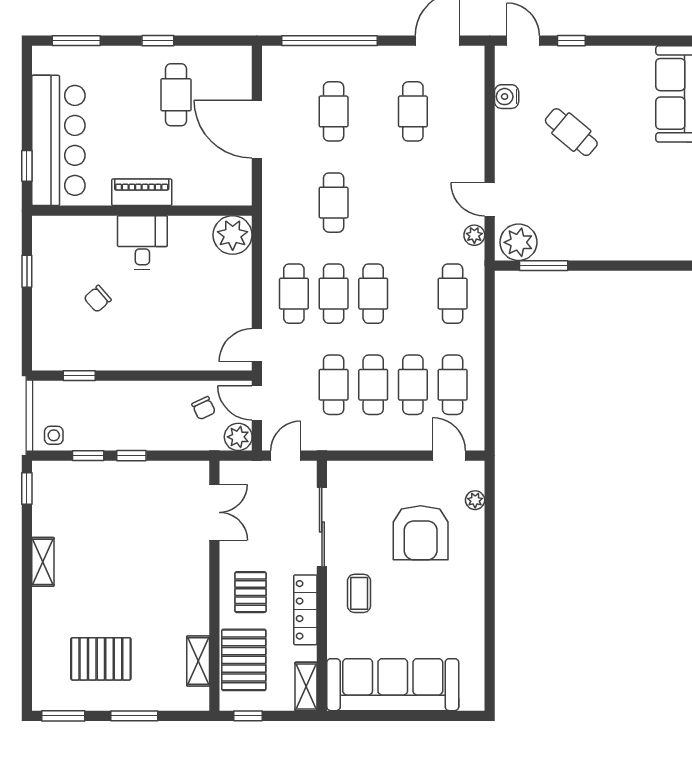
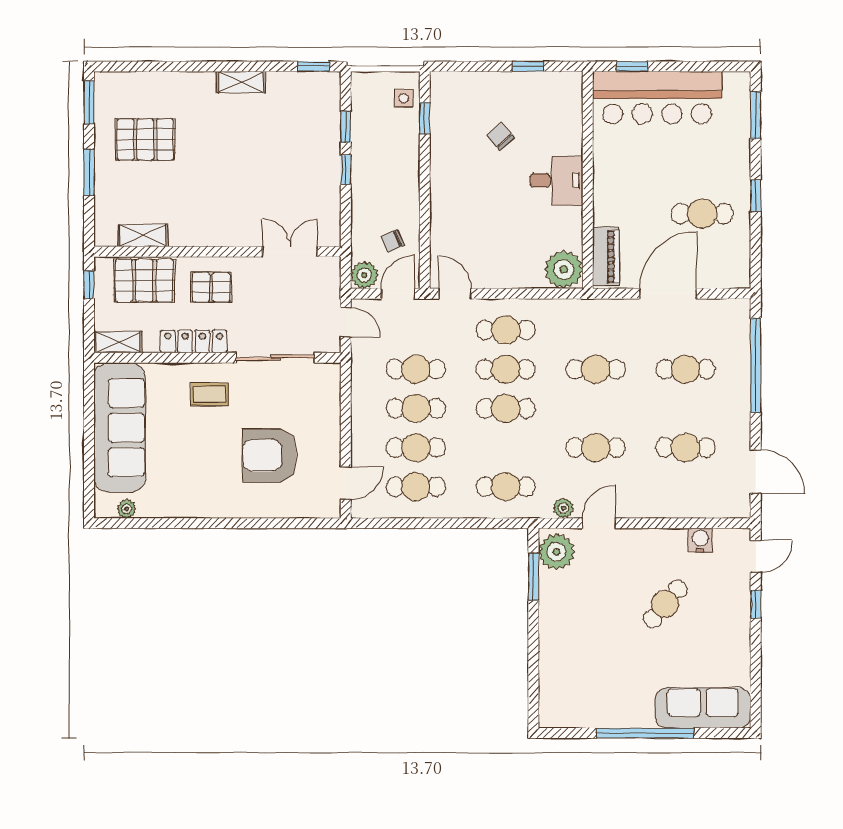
piano: (142, 192) -> (606, 257), moved
cafe table: (413, 203) -> (596, 448), added
side table: (54, 435) -> (404, 98), moved
plant: (475, 500) -> (127, 509), moved
double door: (214, 512) -> (290, 252), swing flipped
pallet: (101, 659) -> (145, 140), turned 90

